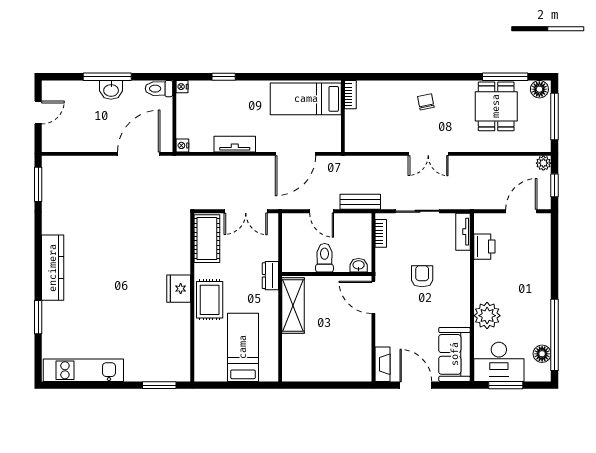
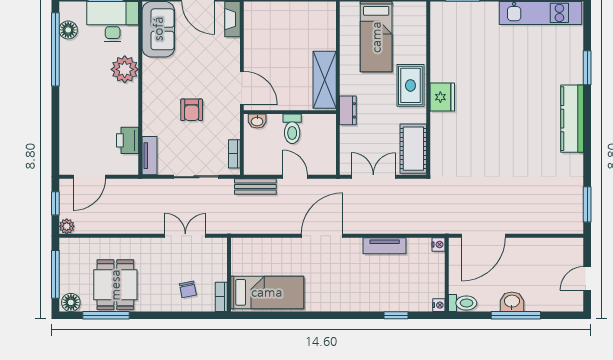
bookcase: (350, 95) -> (221, 297), moved
bed: (306, 99) -> (267, 292), moved
wall: (343, 116) -> (229, 275), moved

